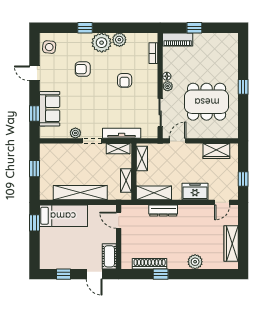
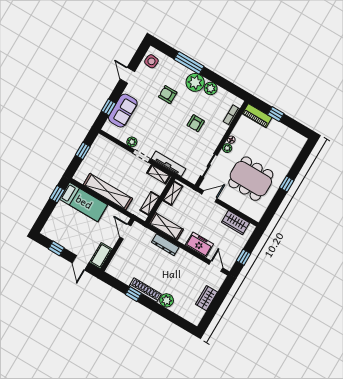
window: (85, 28) -> (189, 63), width x2.17
door: (222, 202) -> (216, 266), swing flipped
wardrobe: (231, 243) -> (207, 298), width x0.67
shoe rack: (150, 264) -> (145, 290), moved

